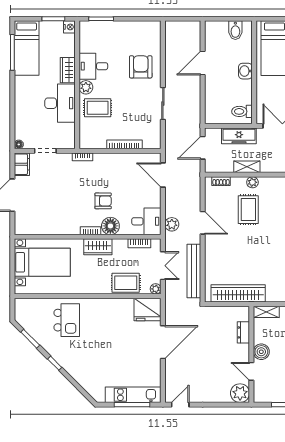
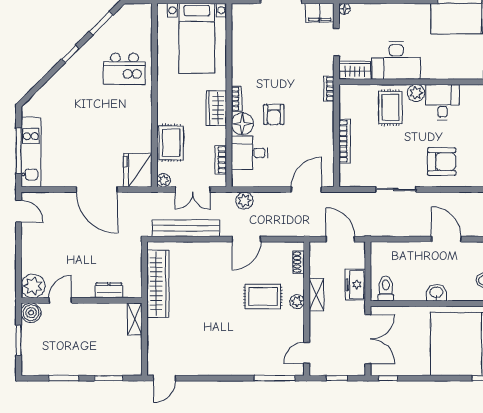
wardrobe: (68, 70) -> (355, 70), moved
freezer: (239, 136) -> (355, 285), width x0.71
desk: (146, 221) -> (250, 153), moved, turned 90
boiler: (261, 352) -> (31, 313), moved

